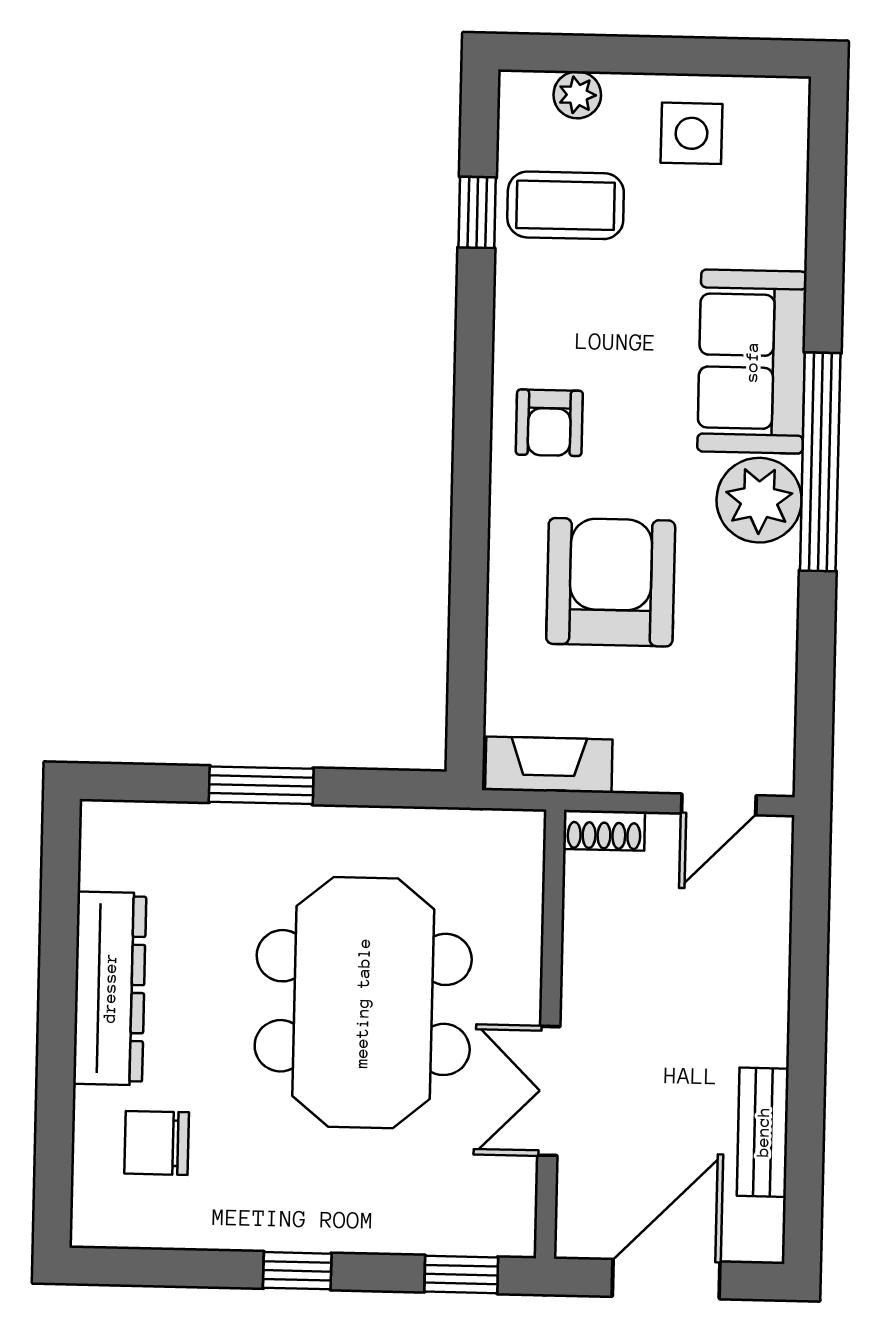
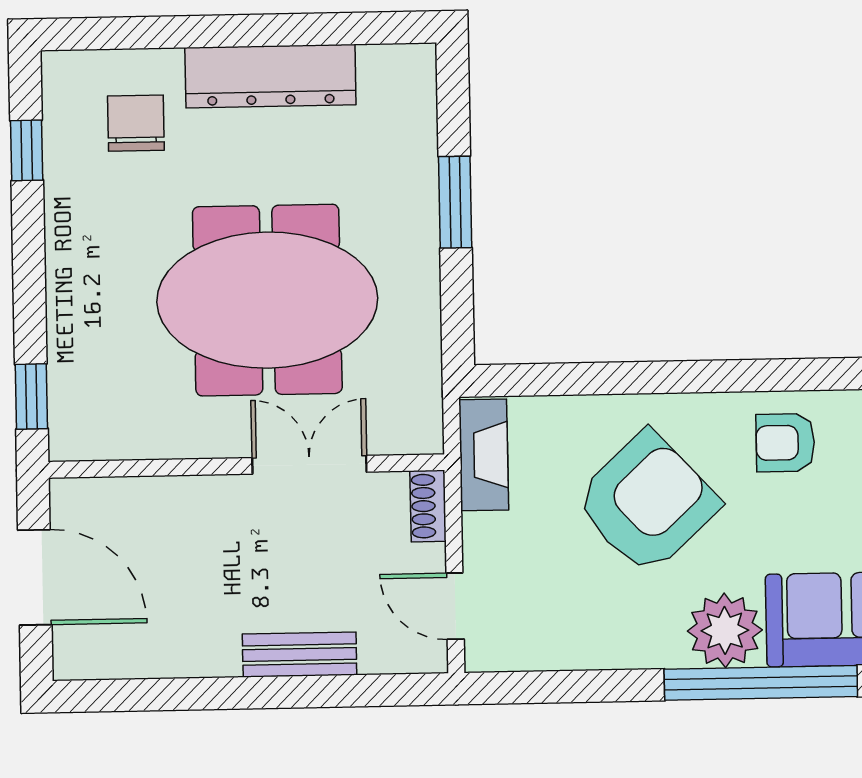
armchair: (611, 582) -> (647, 503), turned -43
double door: (549, 1091) -> (309, 465), moved
bench: (763, 1132) -> (300, 655), moved
window: (297, 1271) -> (27, 150), moved

